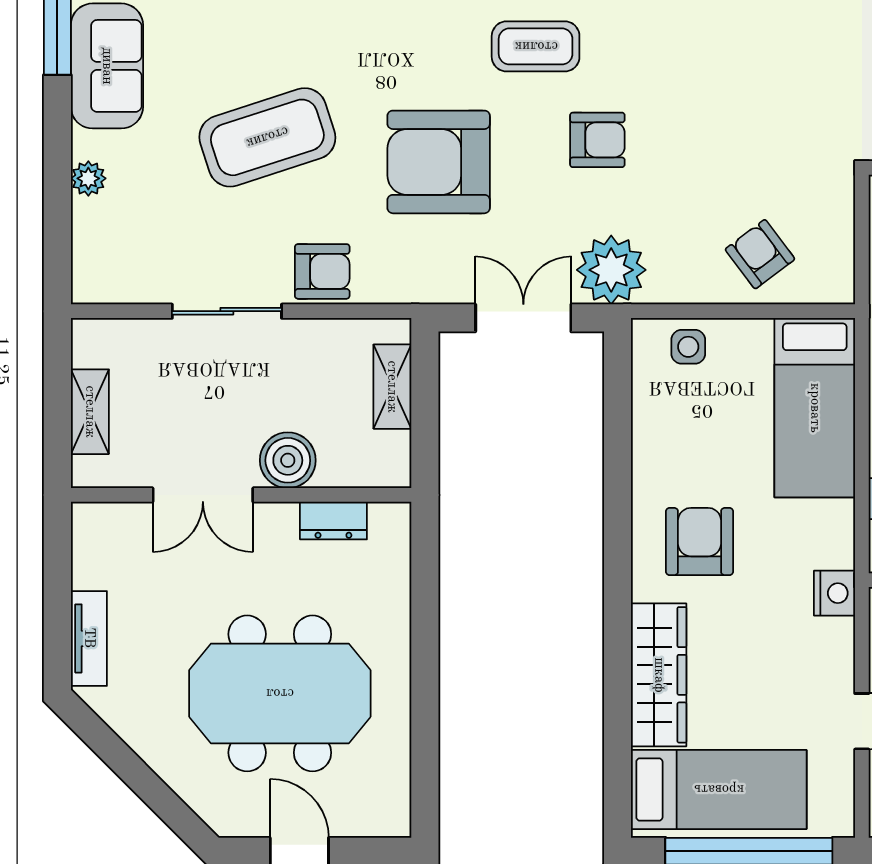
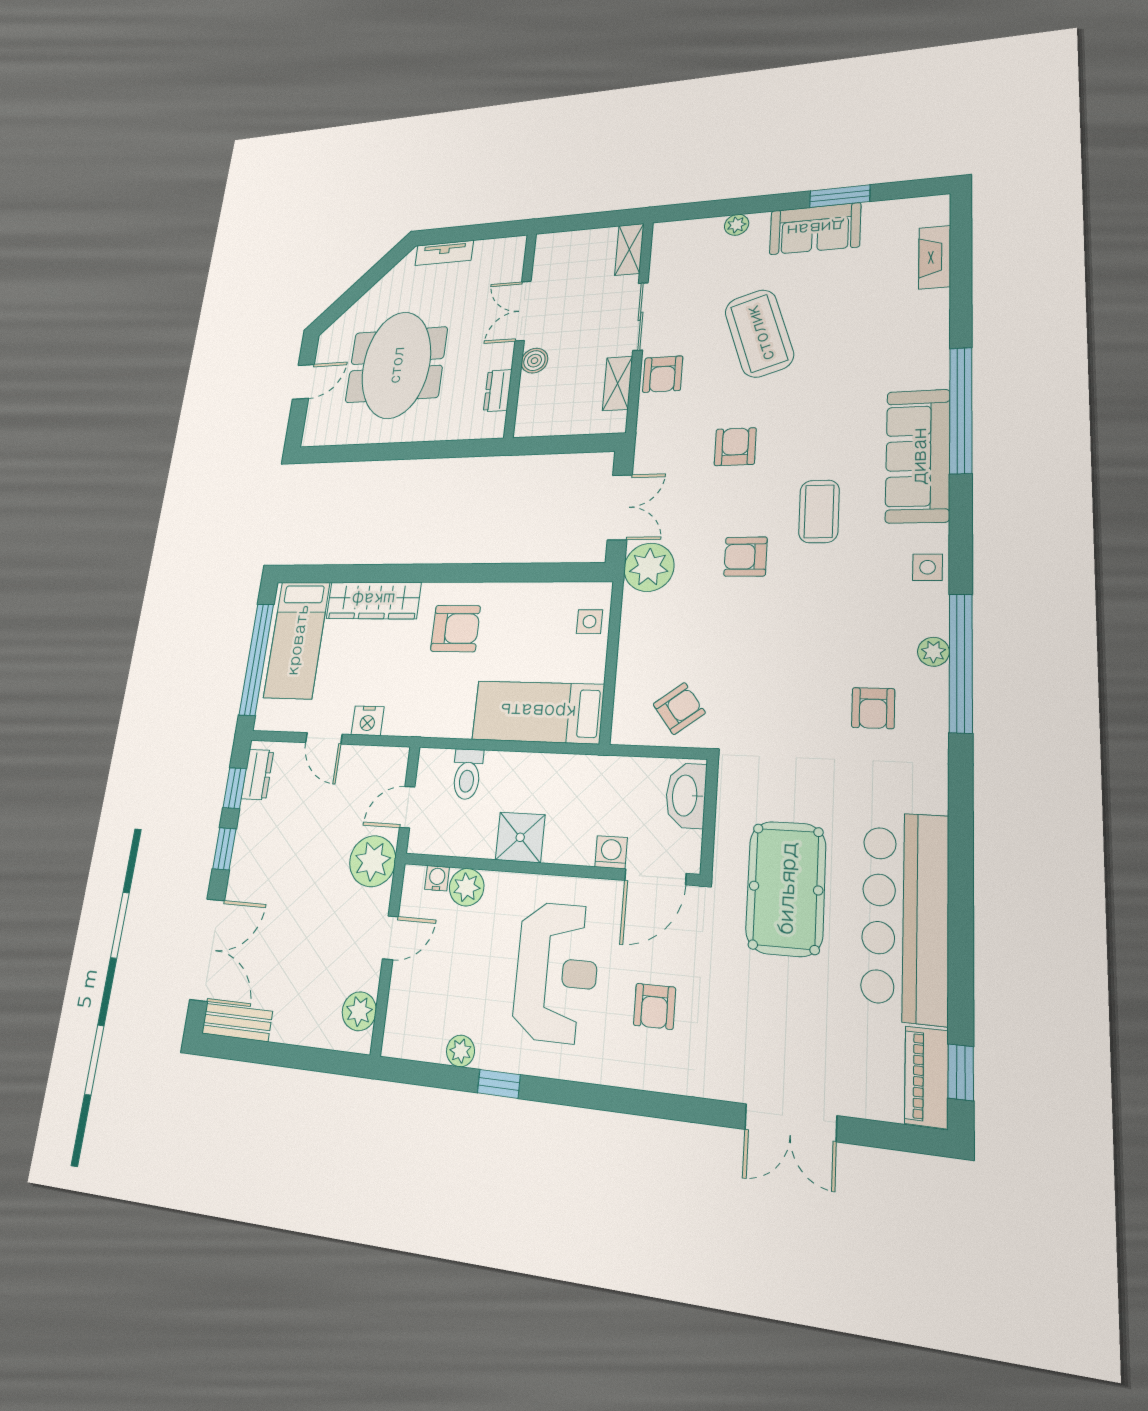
armchair: (597, 140) -> (746, 557), turned 90
armchair: (439, 162) -> (735, 447), width x0.53, depth x0.53
armchair: (760, 254) -> (679, 709), moved
shelving: (392, 387) -> (618, 383), moved, turned 90
shelving: (90, 412) -> (629, 249), moved, turned 90
boiler: (288, 460) -> (534, 361), width x0.73, depth x0.73
nightstand: (834, 593) -> (368, 721), moved

